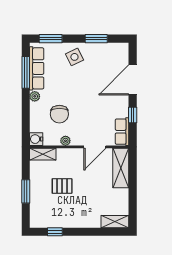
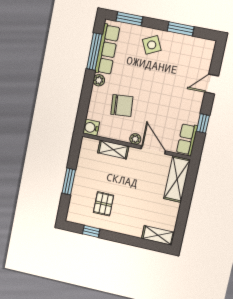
door: (133, 80) -> (212, 84), width x0.53
chair: (59, 114) -> (122, 105), turned -95
plant: (65, 141) -> (135, 139), moved
door: (95, 147) -> (153, 150), swing flipped
shelving: (43, 154) -> (113, 149), moved
pallet: (62, 186) -> (104, 204), moved, turned 90

